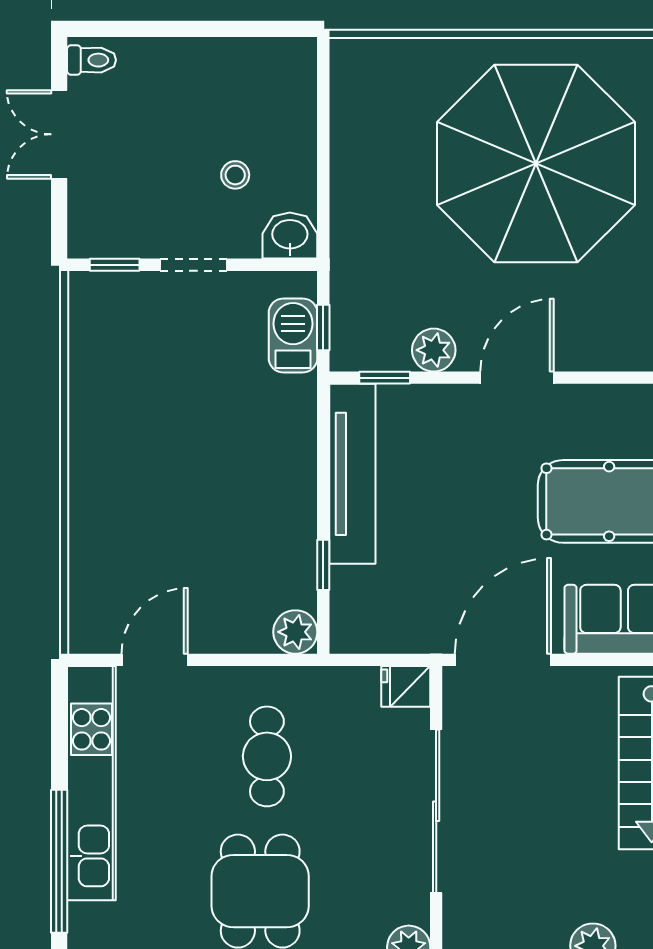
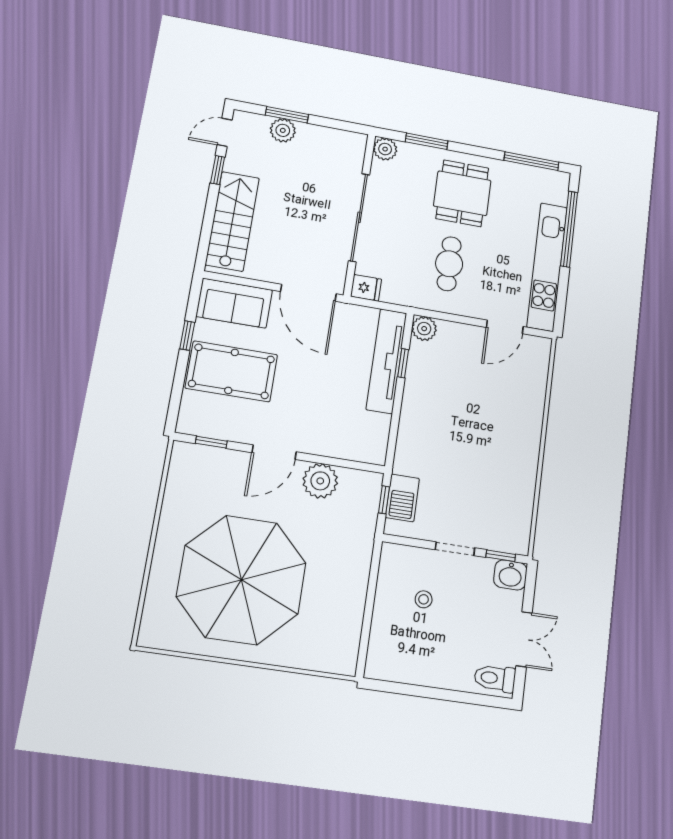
toilet: (91, 60) -> (495, 678), width x1.37, depth x1.39
washbasin: (290, 236) -> (510, 575), moved
plant: (434, 350) -> (320, 481), width x1.36, depth x1.36
window: (385, 378) -> (211, 442), moved
tv unit: (352, 474) -> (386, 361), moved
door: (503, 660) -> (308, 293), hinge flipped

